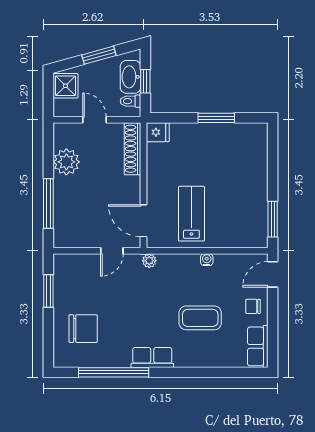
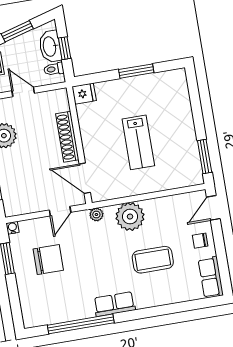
shoe rack: (132, 149) -> (67, 137), moved
lab bench: (191, 214) -> (138, 142), moved, turned 180
water cooler: (207, 260) -> (13, 228), moved
plant: (184, 269) -> (130, 217), added
chair: (83, 329) -> (48, 260), moved

